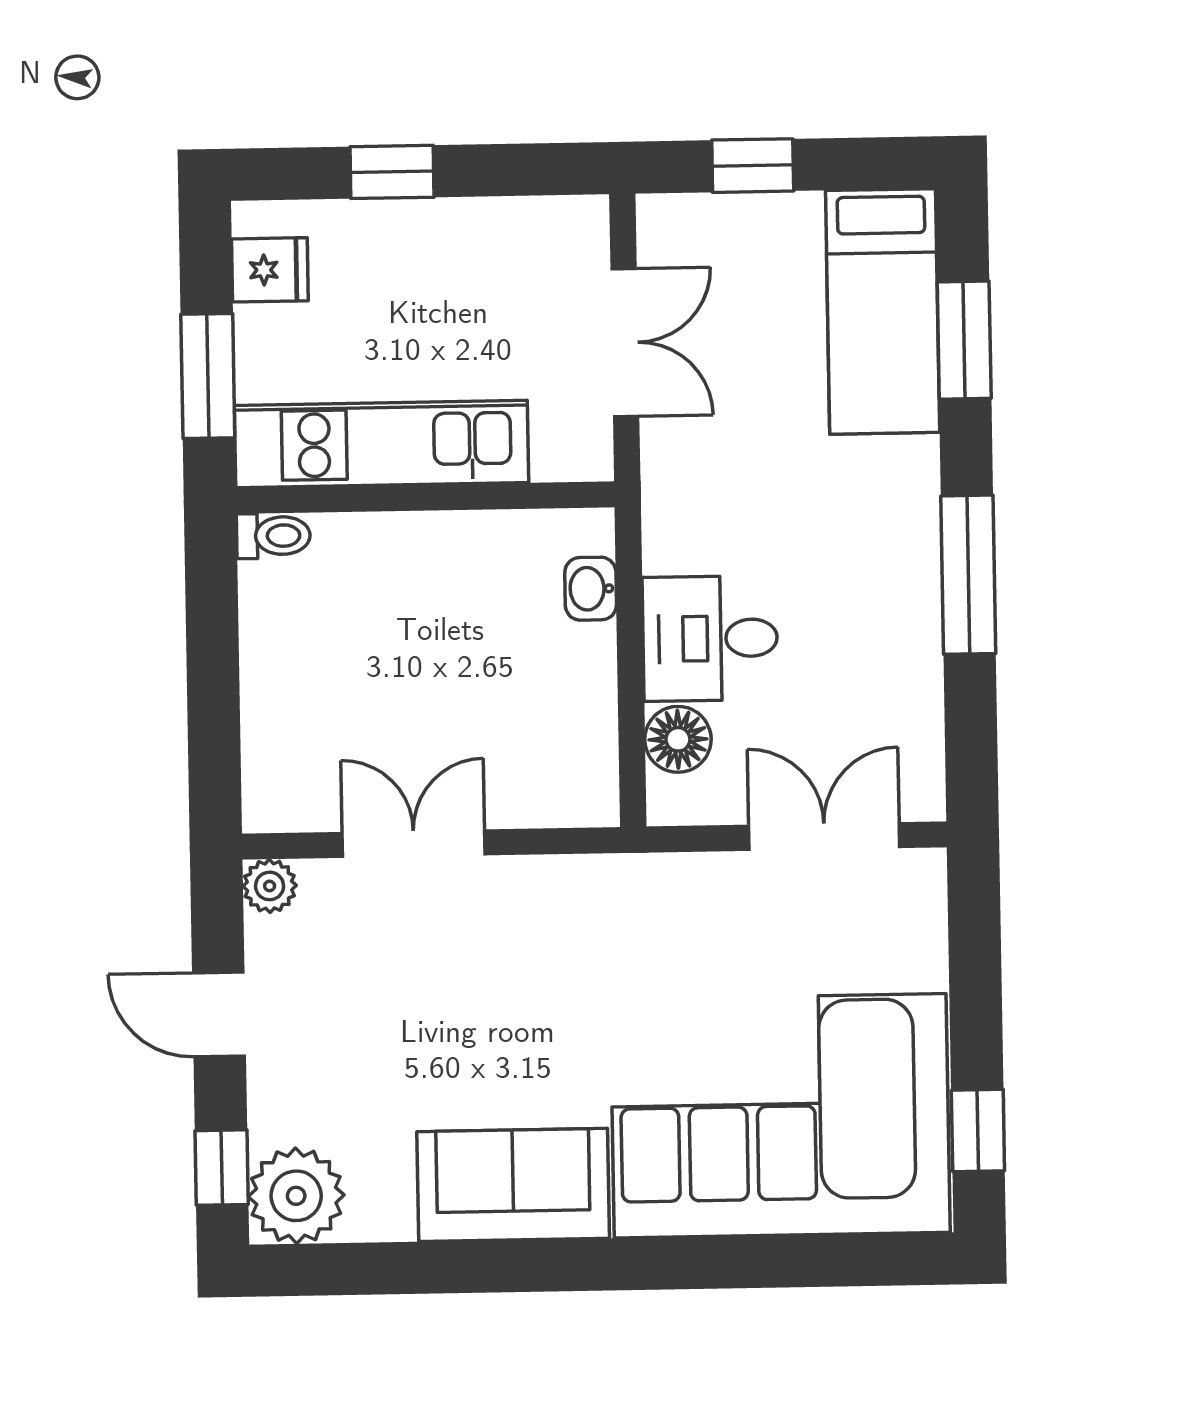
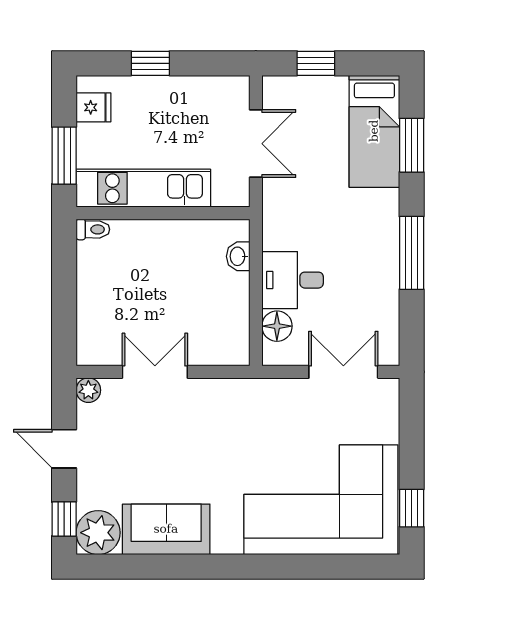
sofa: (513, 1185) -> (166, 529), moved

